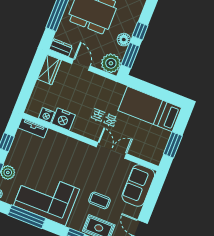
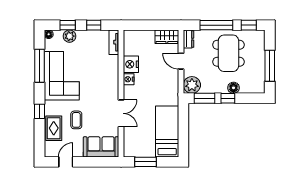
floor lamp: (124, 40) -> (233, 88), moved
door: (81, 65) -> (181, 61), swing flipped
nightstand: (47, 115) -> (129, 79), moved

